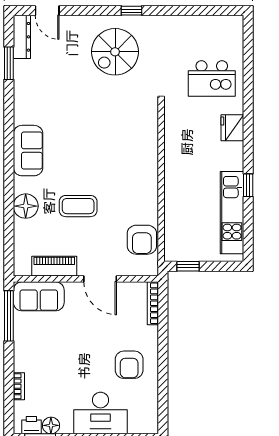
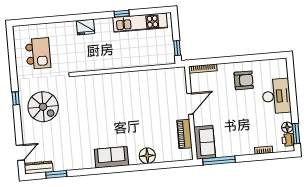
kitchen island: (212, 79) -> (38, 53), moved
coffee table: (78, 206) -> (144, 122), removed
armchair: (142, 240) -> (163, 79), removed

